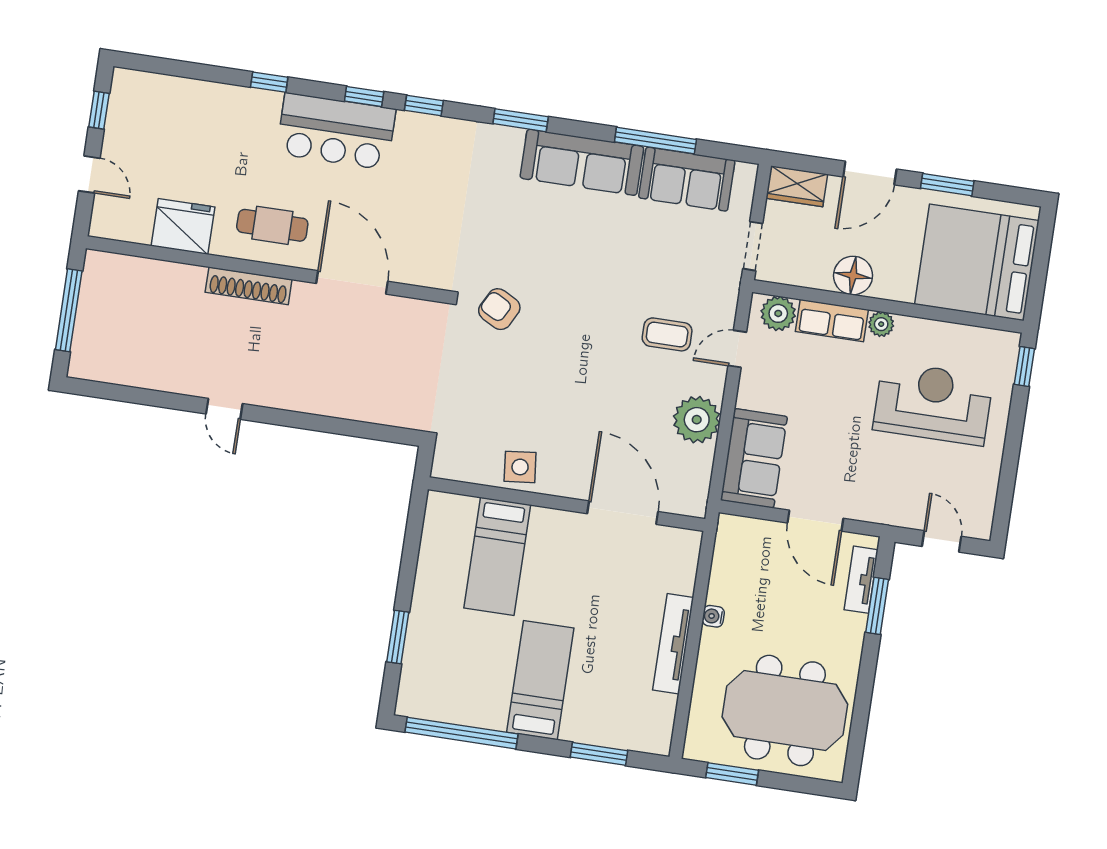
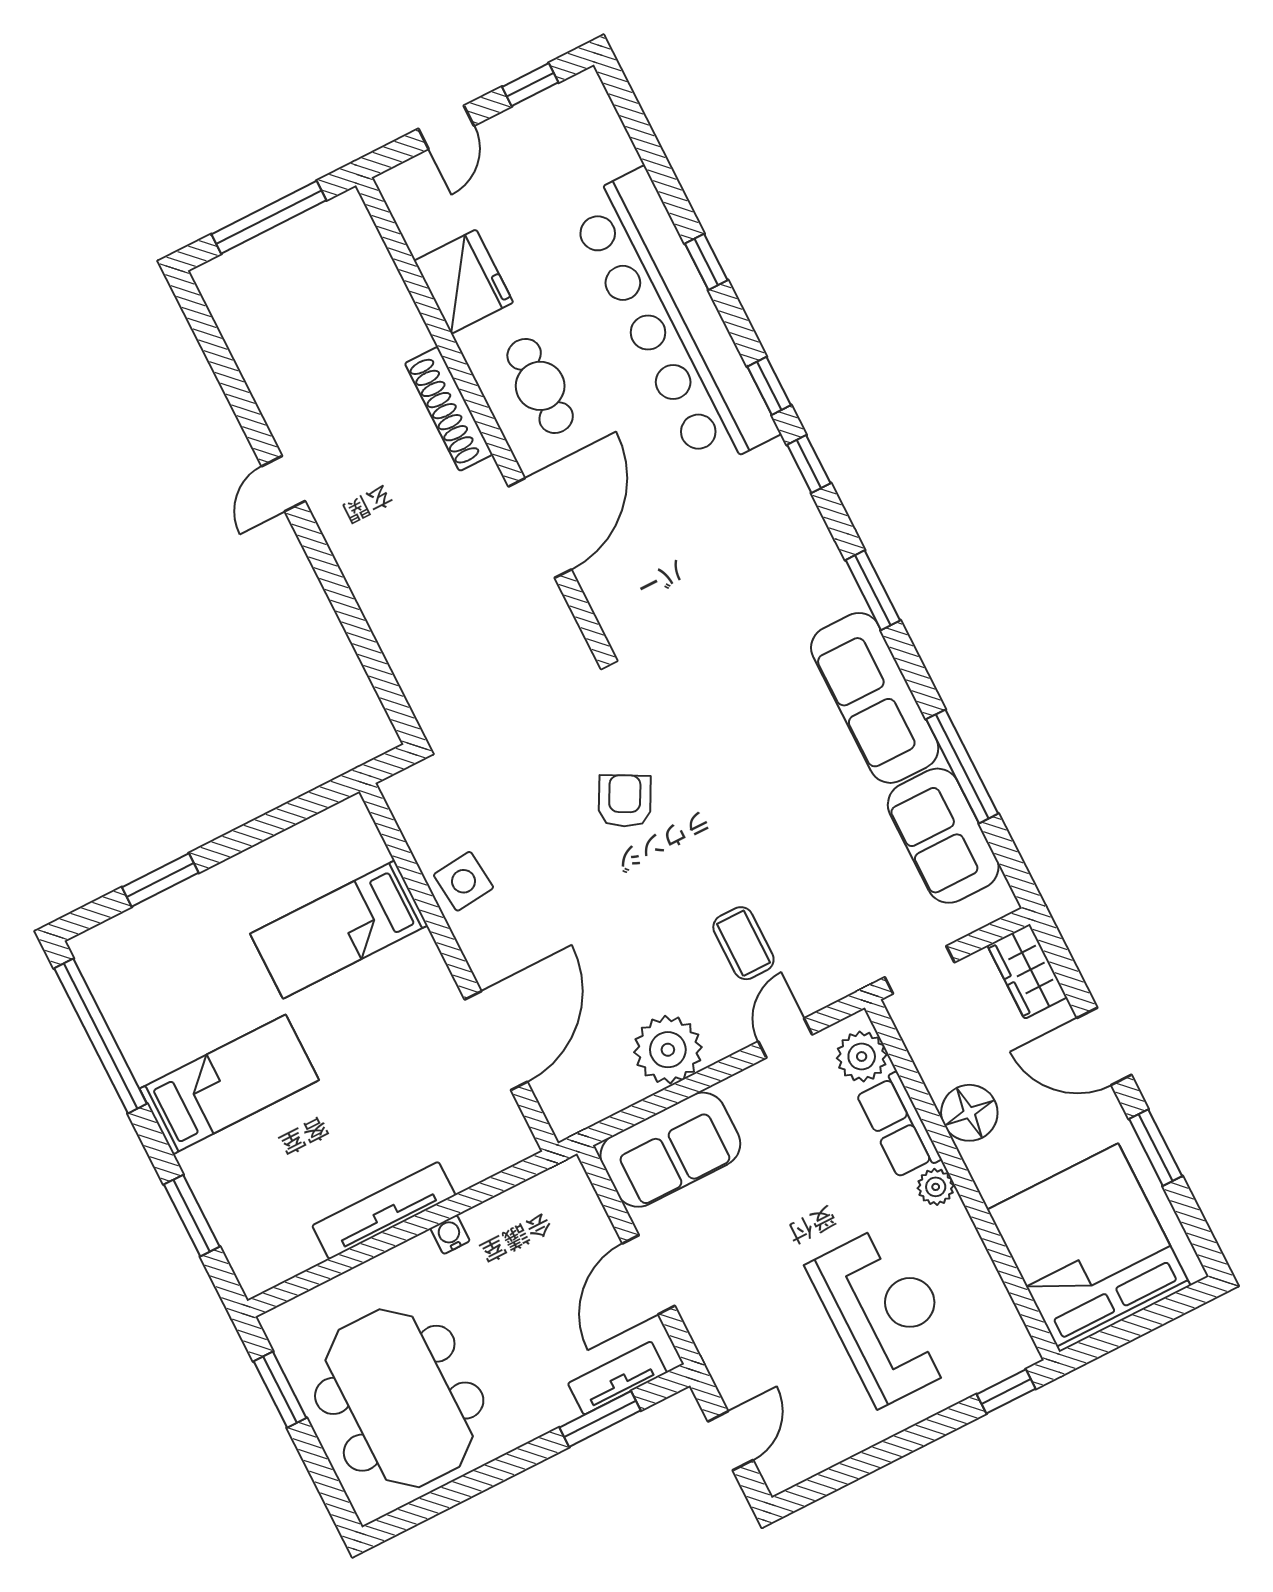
bar counter: (336, 131) -> (673, 320), width x1.86
armchair: (499, 309) -> (625, 801), moved
door: (737, 349) -> (785, 1038), hinge flipped

